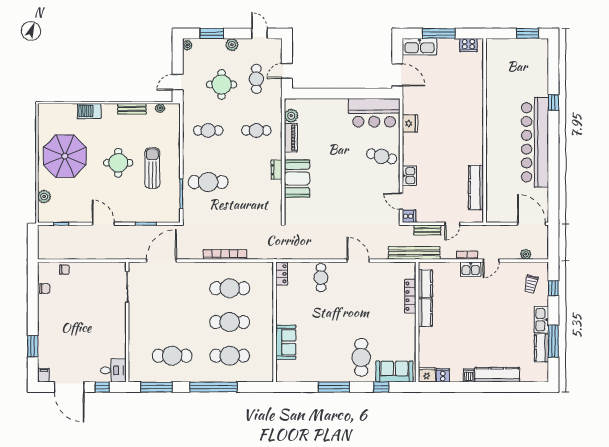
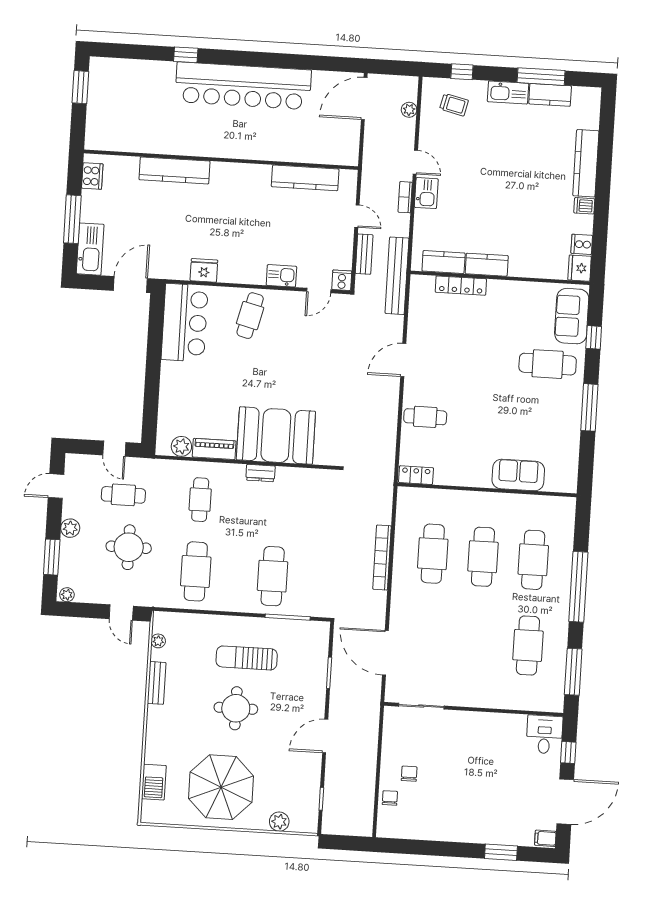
kitchen counter: (476, 100) -> (175, 170), added
barbecue: (89, 111) -> (154, 782), moved
cafe table: (208, 130) -> (196, 571), width x1.37, depth x1.35
booth: (297, 178) -> (276, 436), width x1.36, depth x1.42
chair: (45, 289) -> (409, 774), moved

